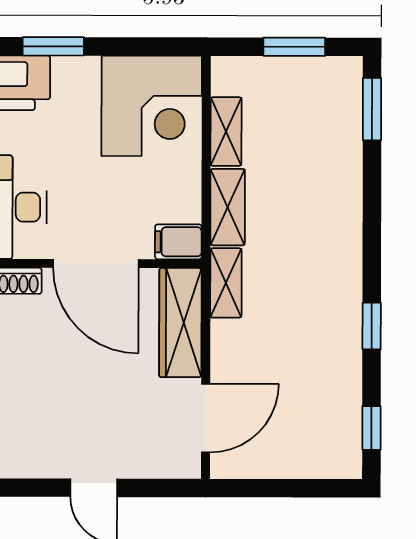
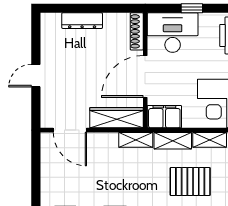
pallet: (312, 171) -> (190, 181), added
filing cabinet: (178, 242) -> (164, 117), width x2.00

